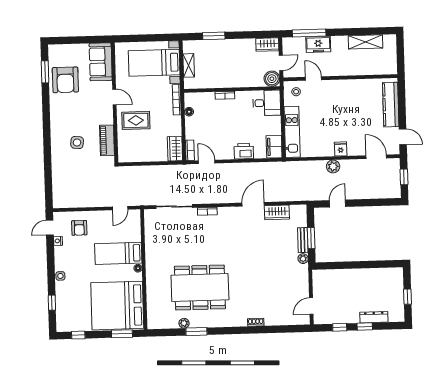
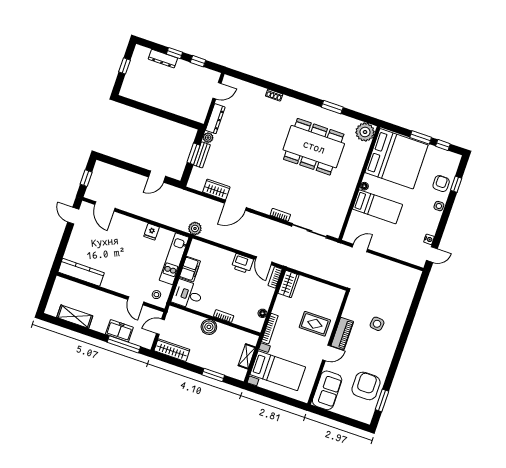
wardrobe: (267, 45) -> (172, 350), width x1.50
boiler: (272, 79) -> (209, 327), moved
door: (114, 97) -> (327, 353), swing flipped
kitchen counter: (391, 105) -> (81, 272), moved, turned -90
piano: (107, 140) -> (342, 334), moved
filing cabinet: (274, 147) -> (190, 269), moved
fridge: (341, 149) -> (152, 232), moved
printer: (244, 151) -> (242, 264), moved
plant: (333, 166) -> (195, 228), moved
armchair: (79, 228) -> (441, 184), moved
dresser: (303, 279) -> (215, 119), added
plant: (184, 323) -> (365, 132), moved, width x1.88, depth x1.88
window: (122, 334) -> (421, 137), moved

